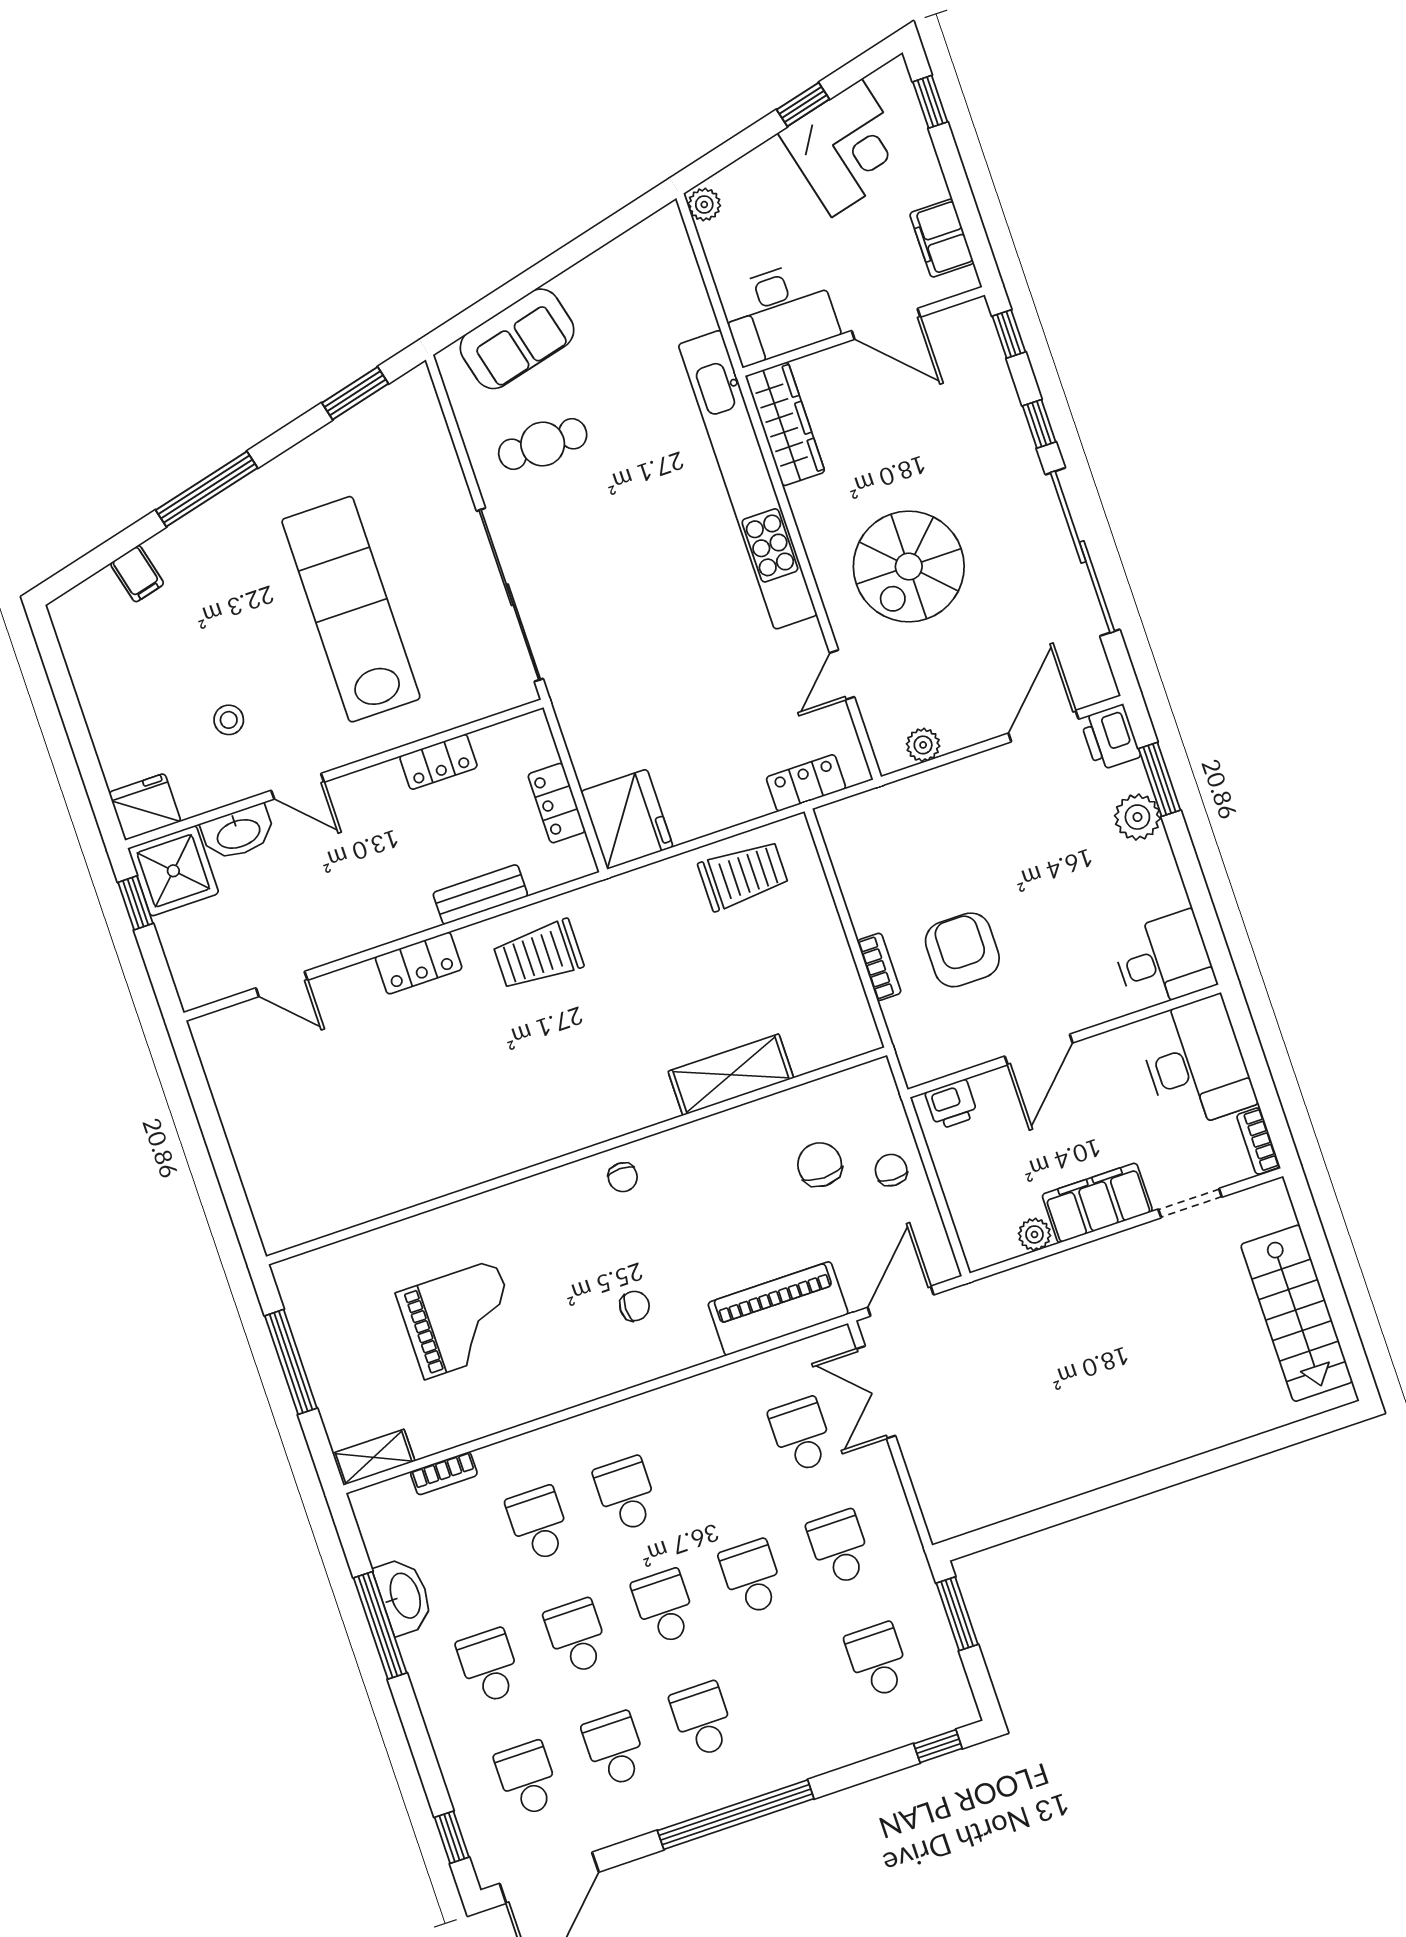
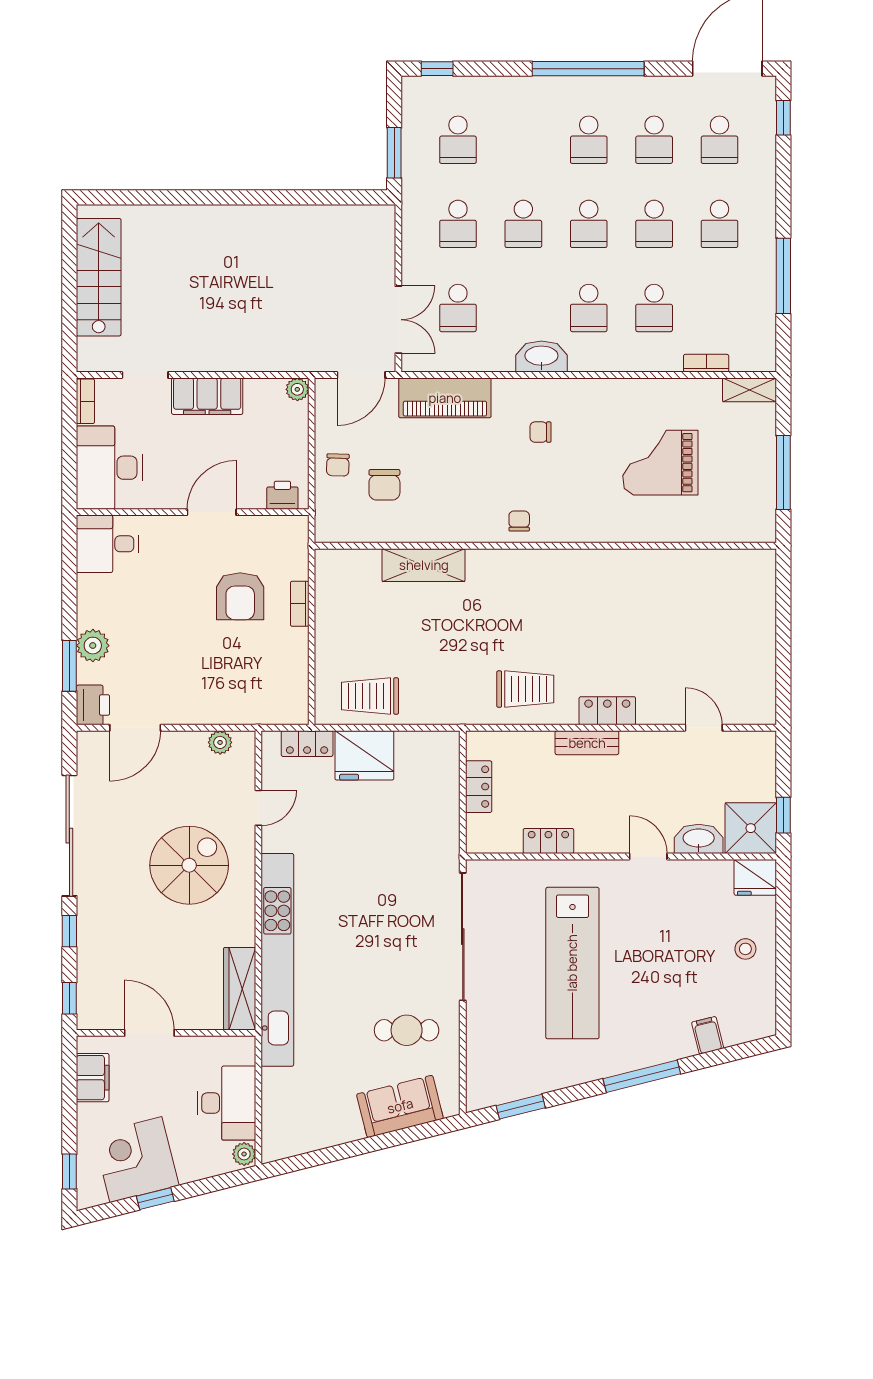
desk: (779, 312) -> (226, 1103), moved, turned 90
stool: (229, 720) -> (745, 949), moved
fridge: (627, 819) -> (364, 755), moved, turned -90
bench: (480, 894) -> (587, 743), moved
plant: (1035, 1234) -> (297, 389), moved
washbasin: (404, 1596) -> (541, 357), moved, turned 90

